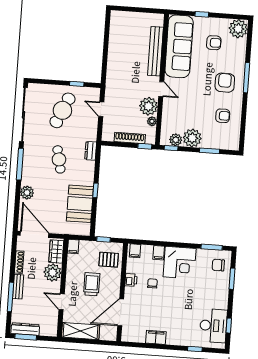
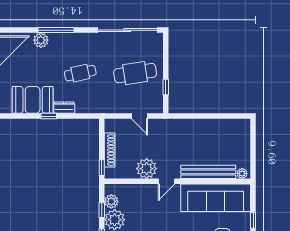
door: (101, 109) -> (139, 116), swing flipped
cafe table: (62, 110) -> (135, 73), turned -33
plant: (152, 121) -> (242, 173), moved
window: (171, 148) -> (102, 210), moved
dresser: (91, 151) -> (64, 108), moved
window: (20, 164) -> (56, 30), moved

